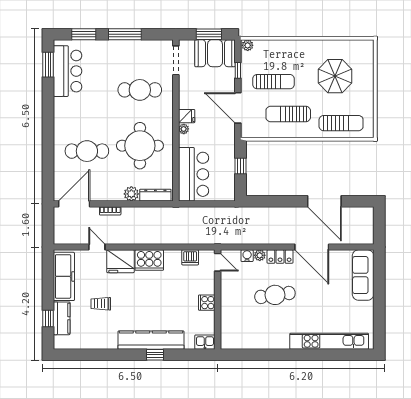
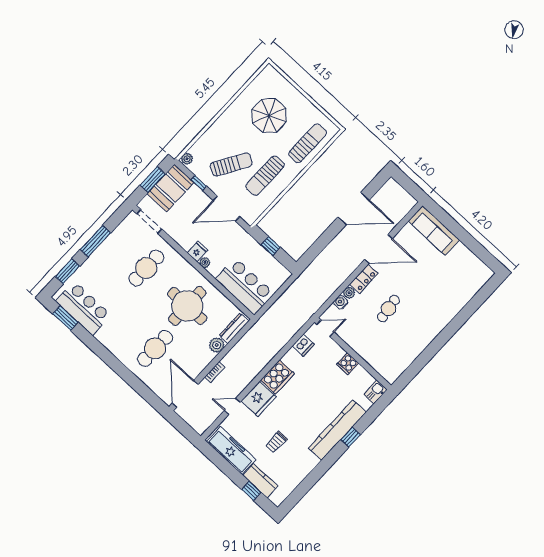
sun lounger: (273, 82) -> (231, 165), turned 31
cafe table: (275, 295) -> (388, 309), width x0.73, depth x0.74
kitchen unit: (329, 341) -> (459, 300), removed

